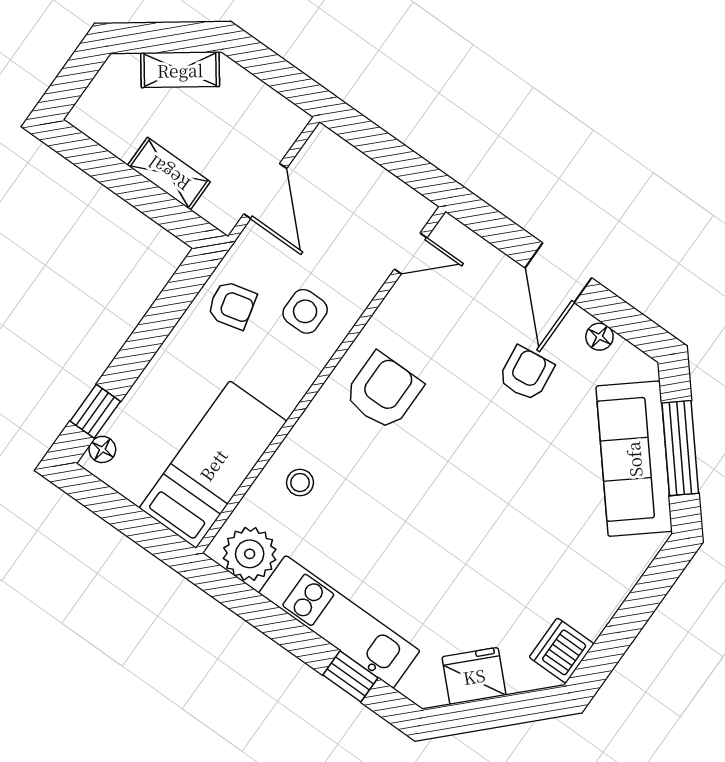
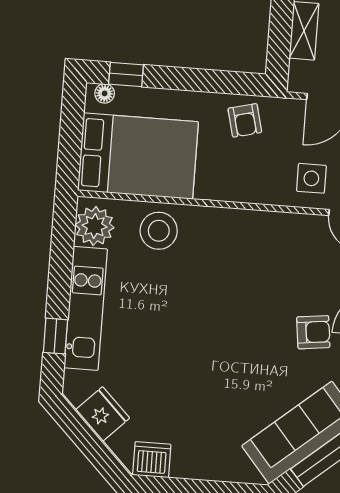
side table: (305, 311) -> (311, 178), moved
armchair: (383, 391) -> (248, 249), removed
bed: (213, 465) -> (138, 156), width x1.50
stool: (300, 483) -> (159, 231), width x1.89, depth x1.89

